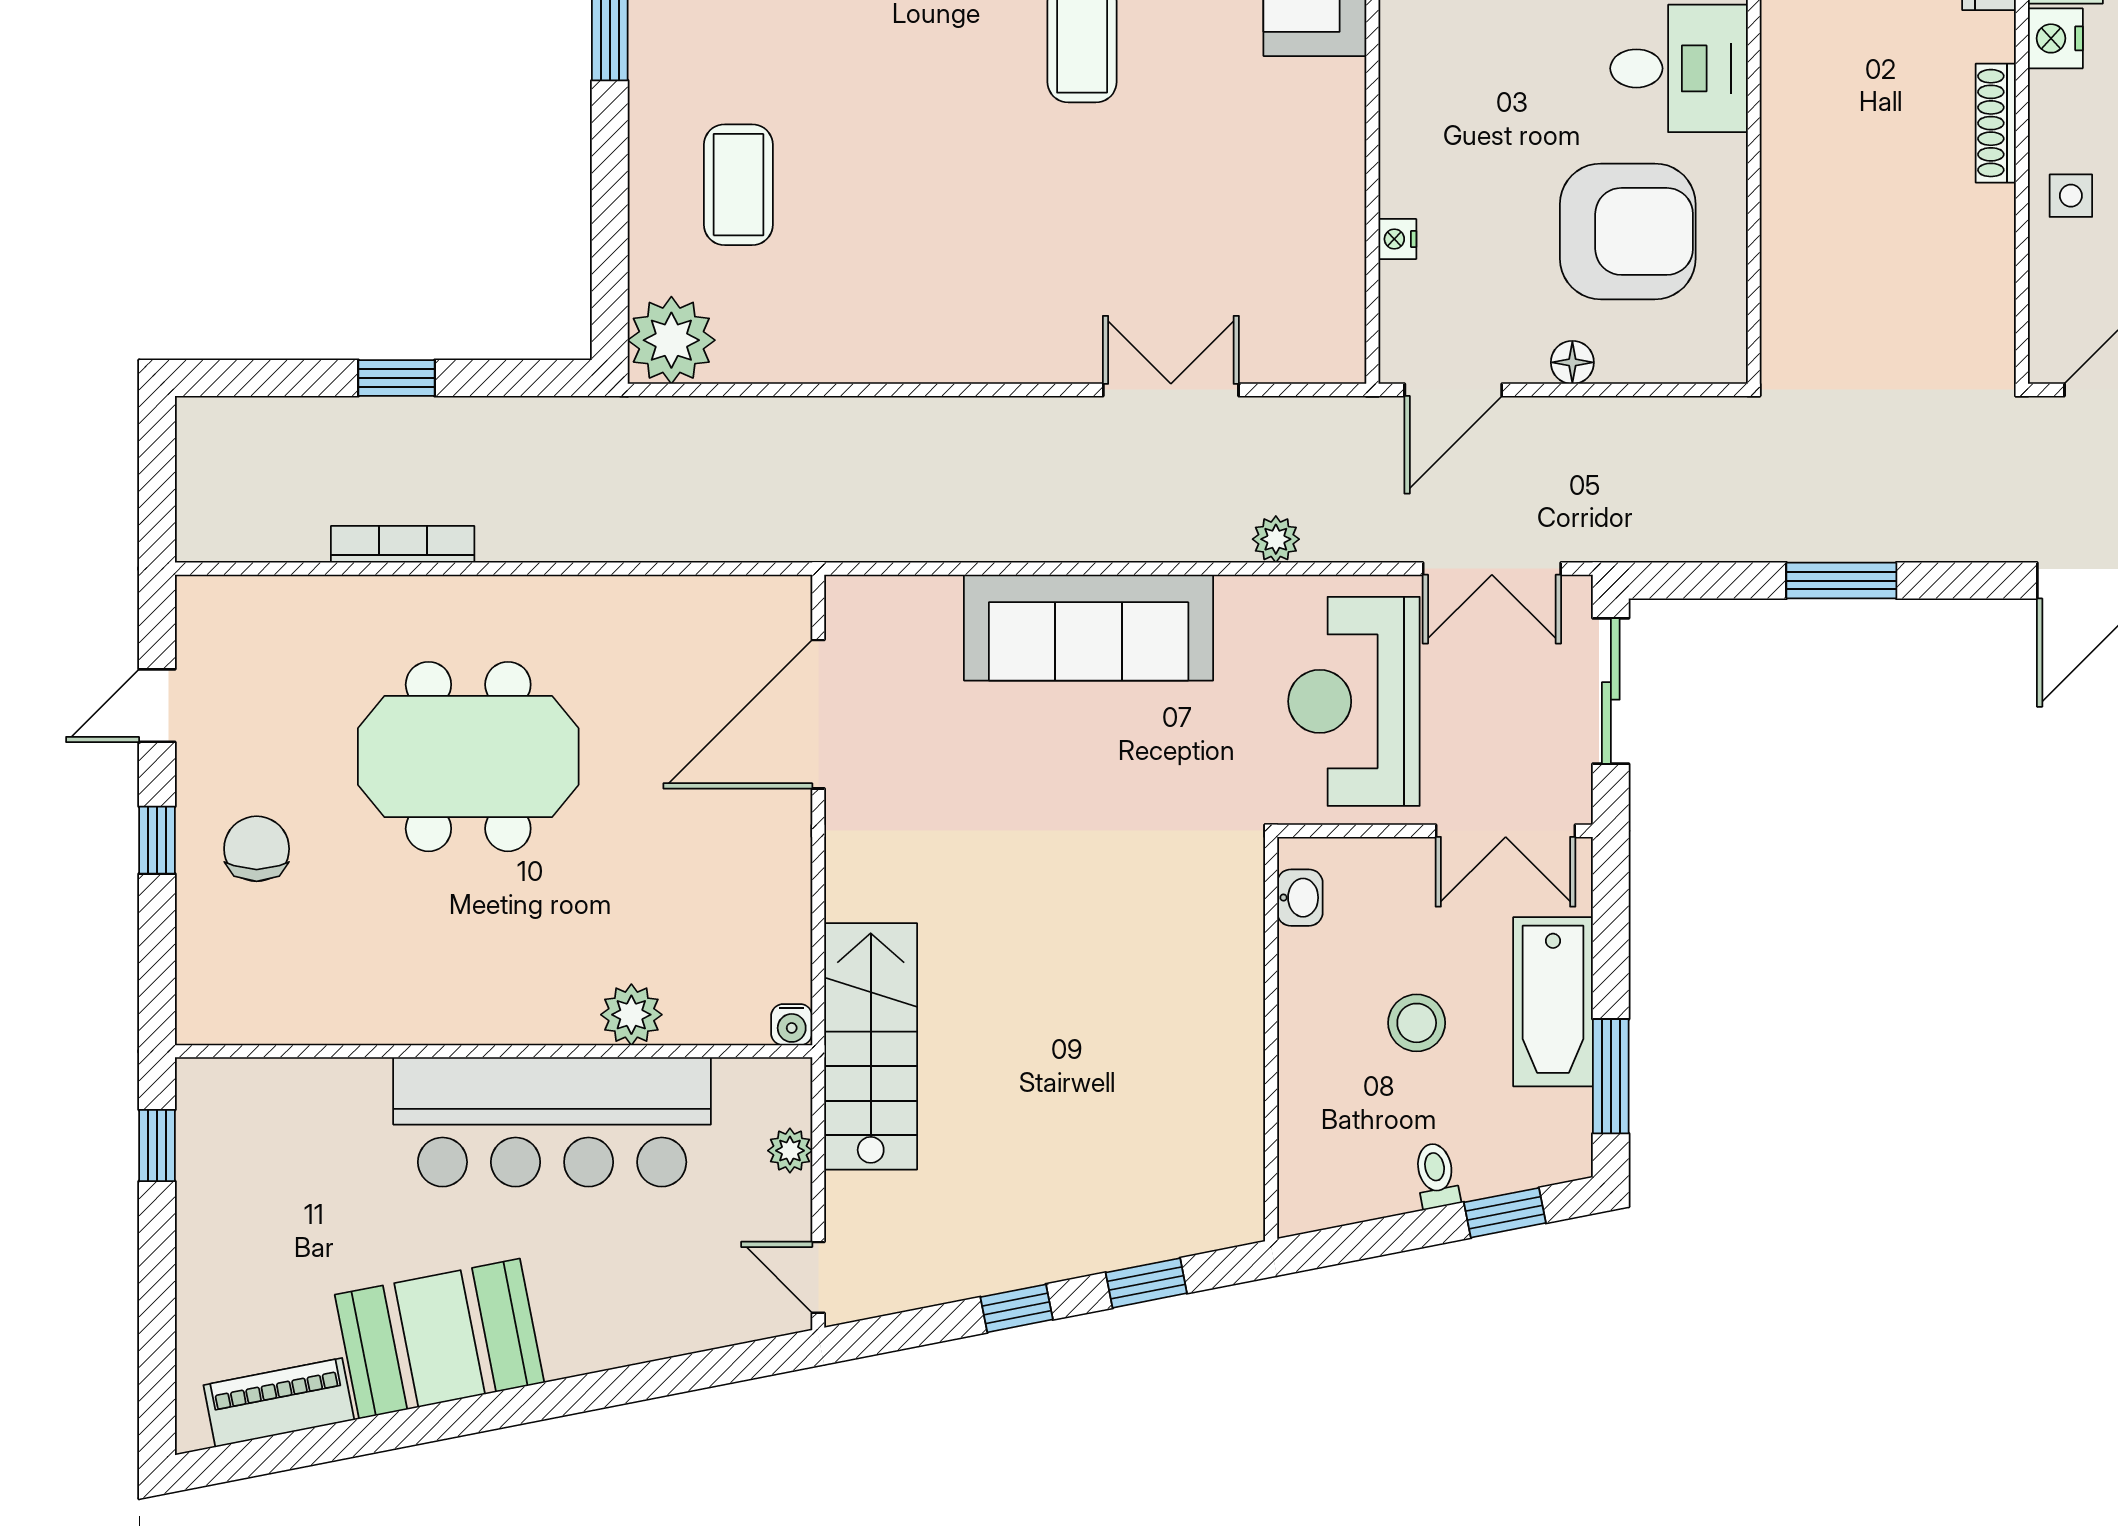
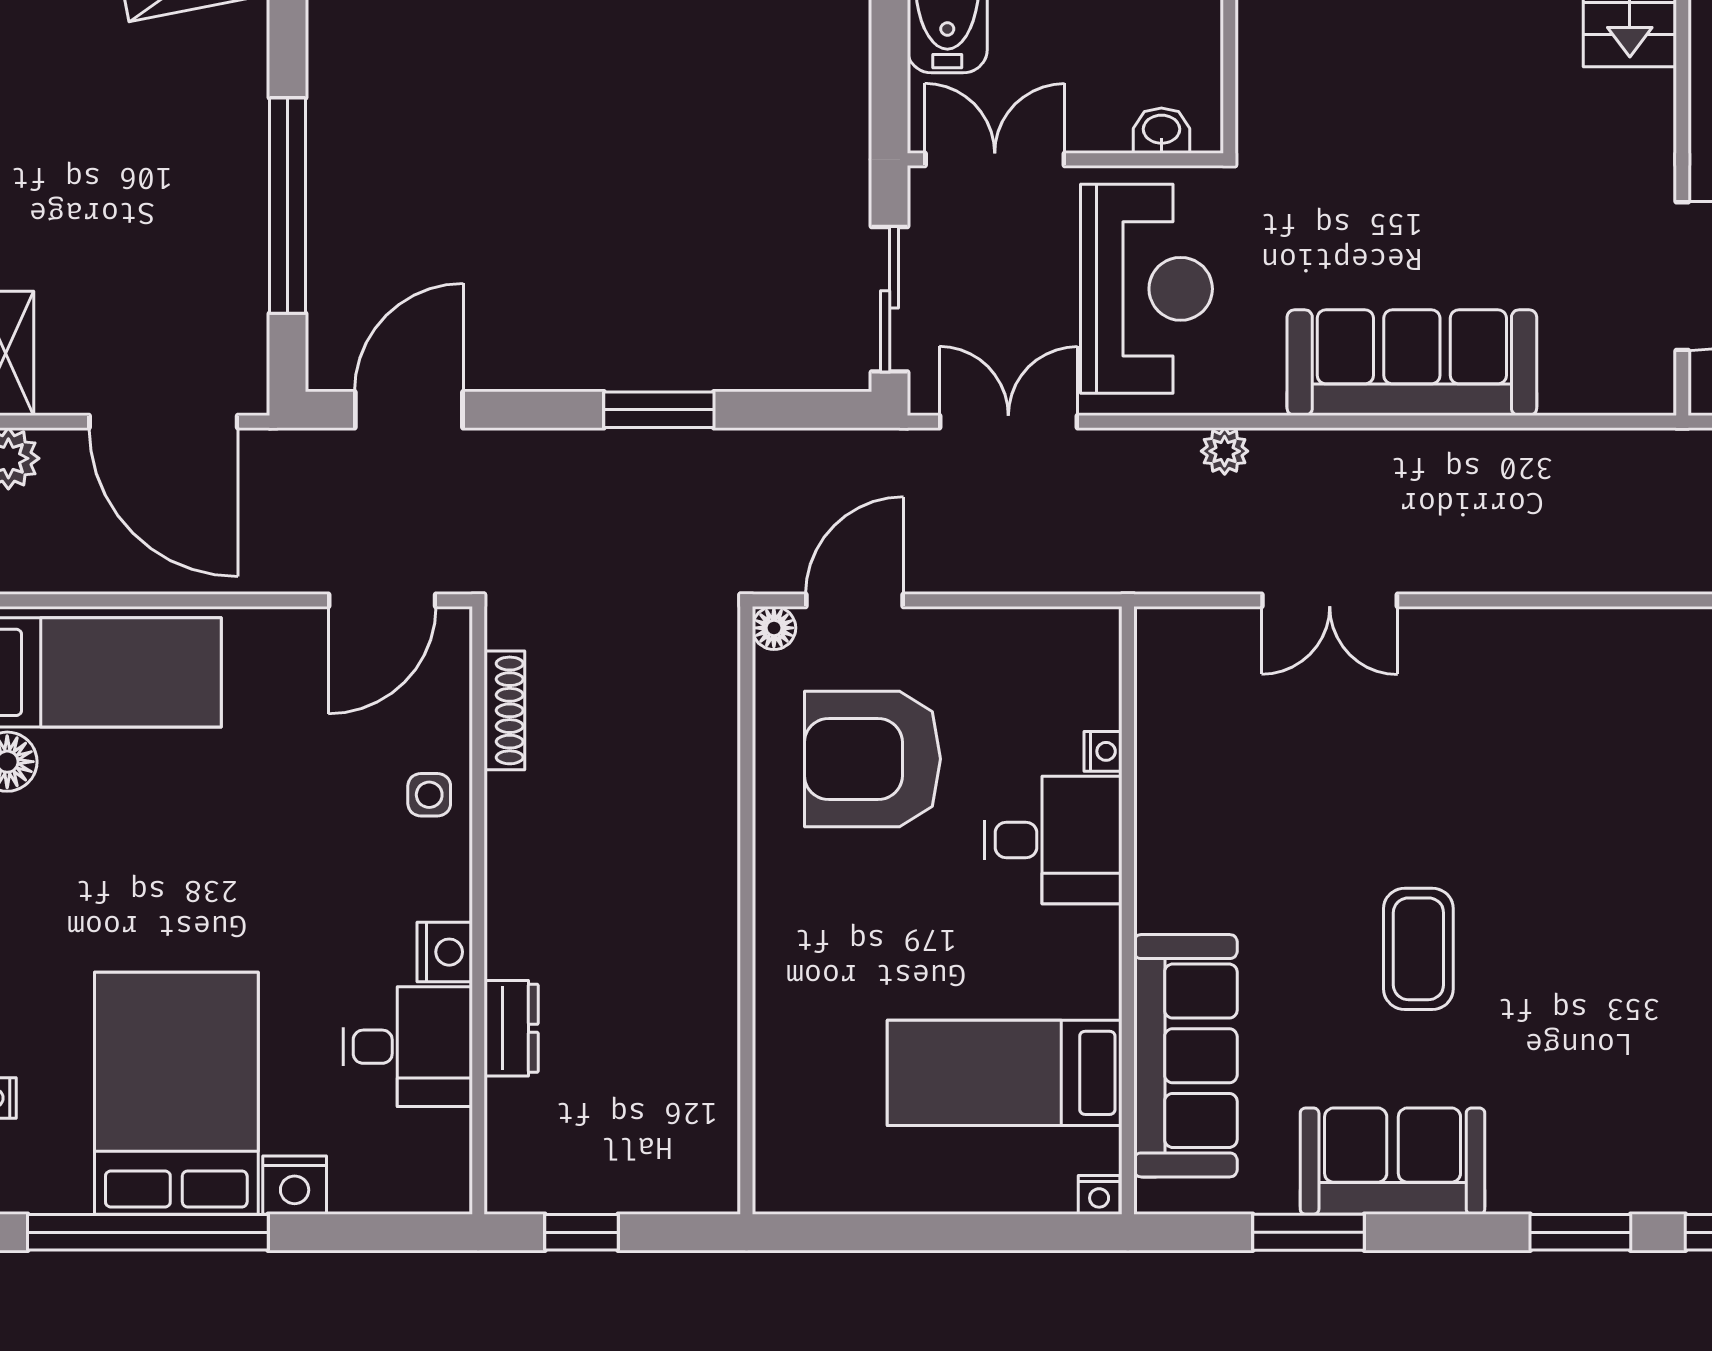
desk: (1679, 68) -> (1053, 840), moved, turned 180
shoe rack: (1996, 123) -> (504, 710), moved
floor lamp: (1572, 362) -> (774, 628), moved
door: (1453, 390) -> (855, 600), moved
washbasin: (1300, 898) -> (1161, 131), moved, turned 90

